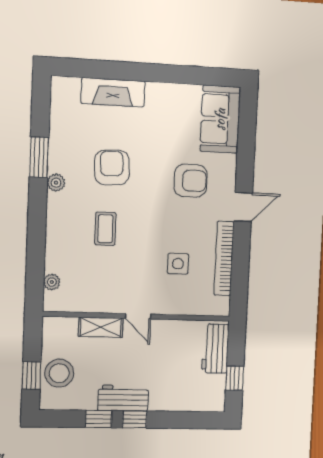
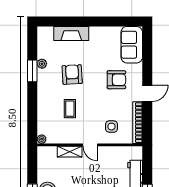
plant: (56, 183) -> (42, 64), moved
wall: (137, 316) -> (90, 145), moved
door: (138, 316) -> (90, 145), moved
shelving: (101, 327) -> (70, 152), moved

